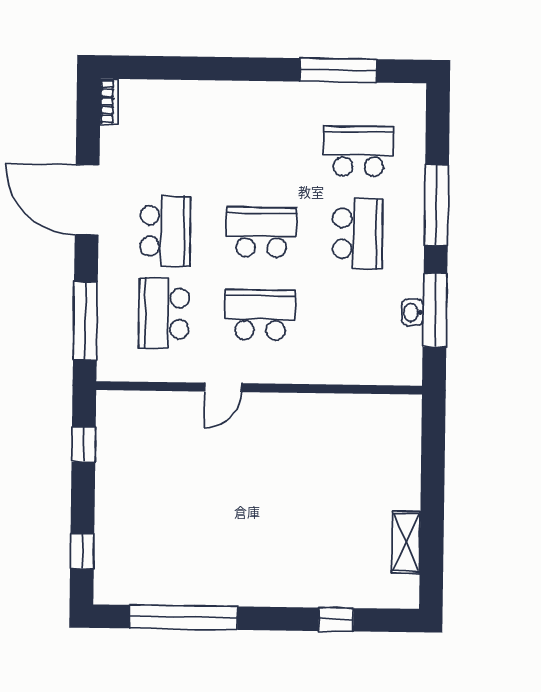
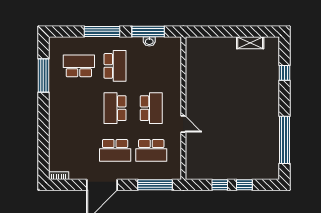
school desk: (359, 151) -> (79, 66), turned 90
school desk: (165, 231) -> (115, 150), turned 180
school desk: (357, 234) -> (115, 66), turned 90
school desk: (260, 315) -> (151, 108), turned 180
window: (84, 444) -> (220, 185), moved
window: (82, 551) -> (244, 185), moved

